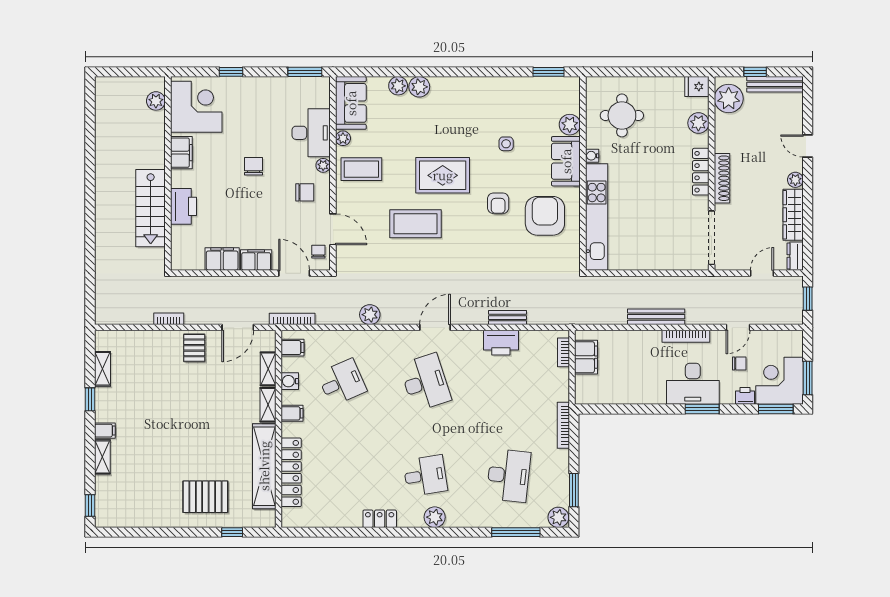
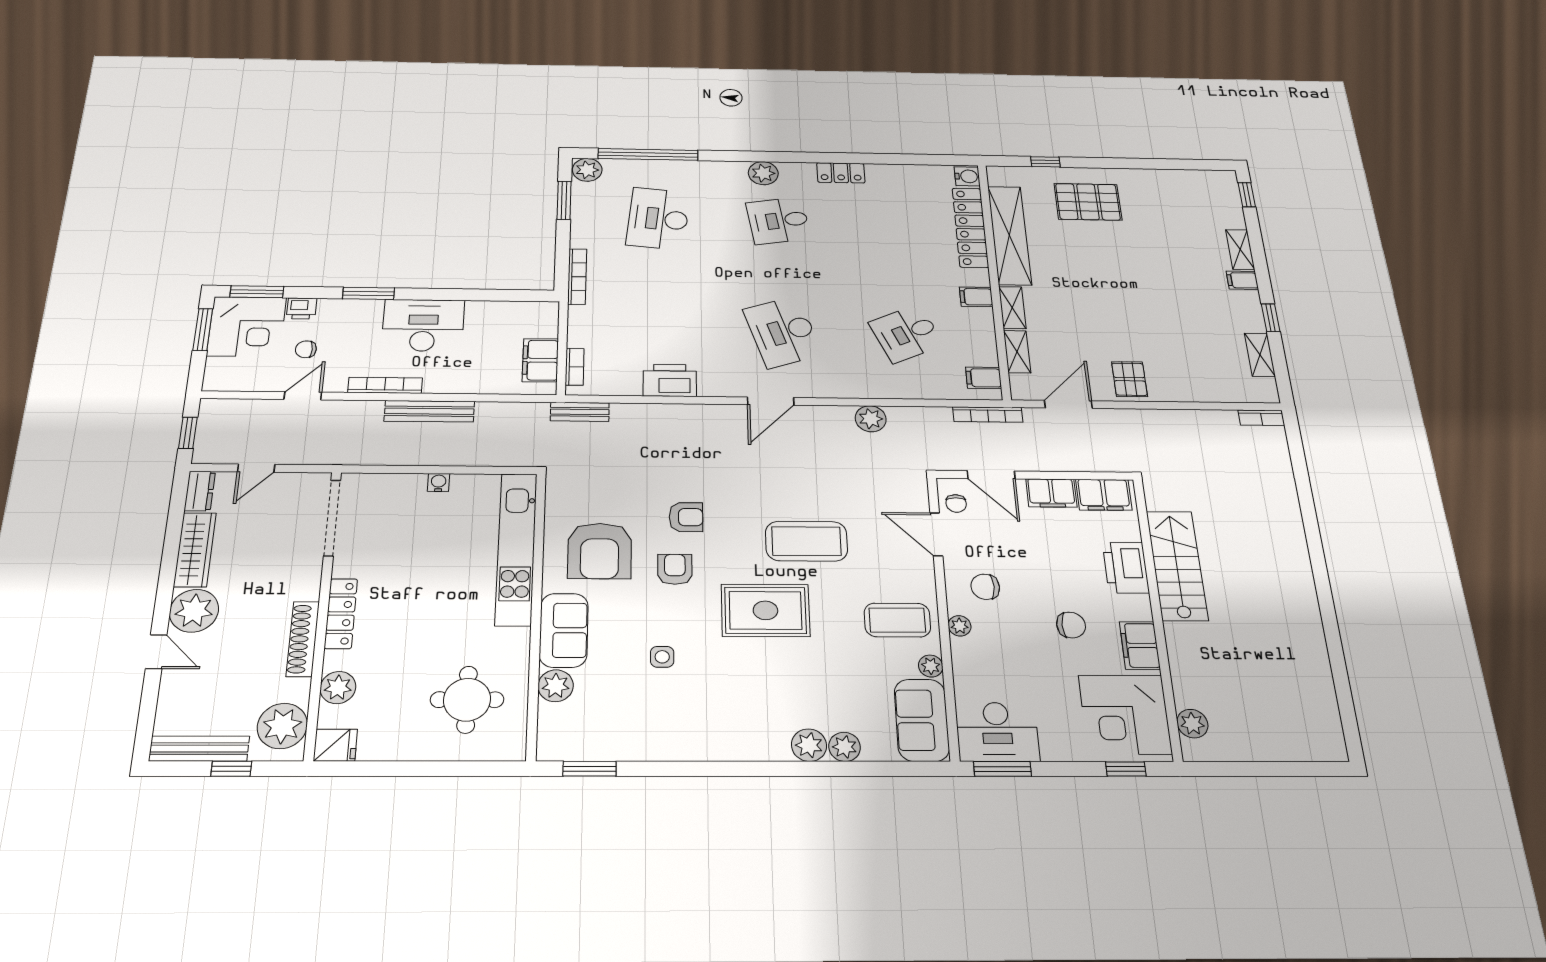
plant: (156, 101) -> (1192, 724), moved
corner desk: (196, 107) -> (1125, 715), moved
desk: (311, 133) -> (997, 732), moved, turned -90
filing cabinet: (181, 153) -> (1140, 645), moved
water cooler: (592, 156) -> (439, 483), moved, turned -90
chair: (254, 166) -> (1071, 625), turned -90
wall: (168, 173) -> (1157, 615), moved
shoe rack: (722, 178) -> (303, 639), moved
plant: (795, 180) -> (194, 611), width x1.88, depth x1.88
printer: (184, 206) -> (1126, 568), moved
stairs: (151, 208) -> (1177, 566), moved
armchair: (491, 240) -> (686, 517), added
bench: (507, 318) -> (580, 412), moved
bookcase: (169, 319) -> (1261, 418), moved
water cooler: (290, 381) -> (967, 176), moved
desk: (693, 384) -> (423, 325), moved
window: (516, 532) -> (648, 154), width x1.46

